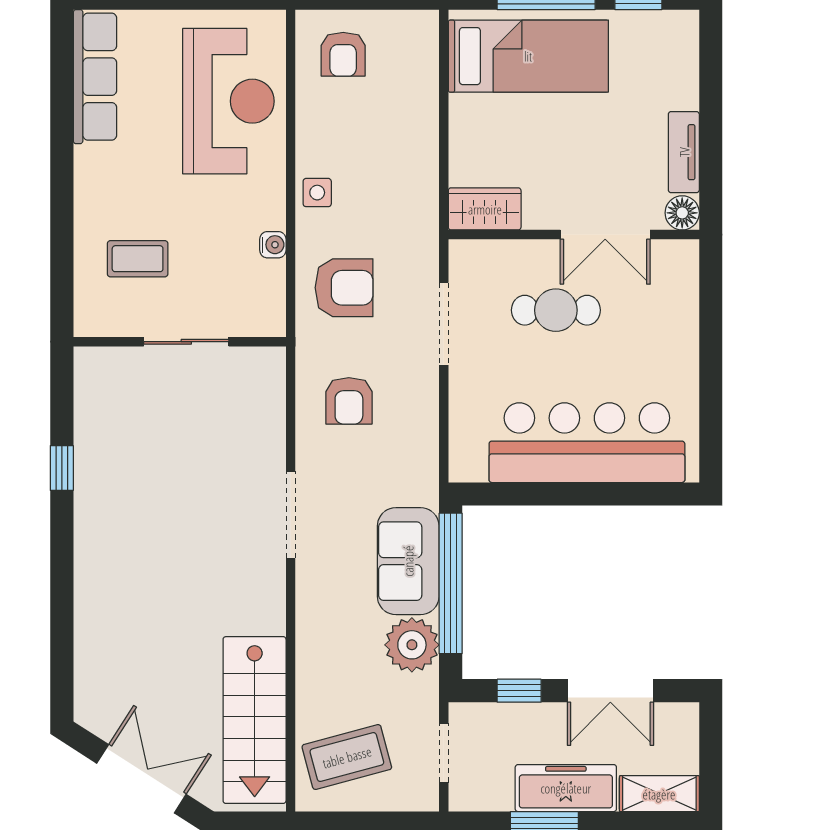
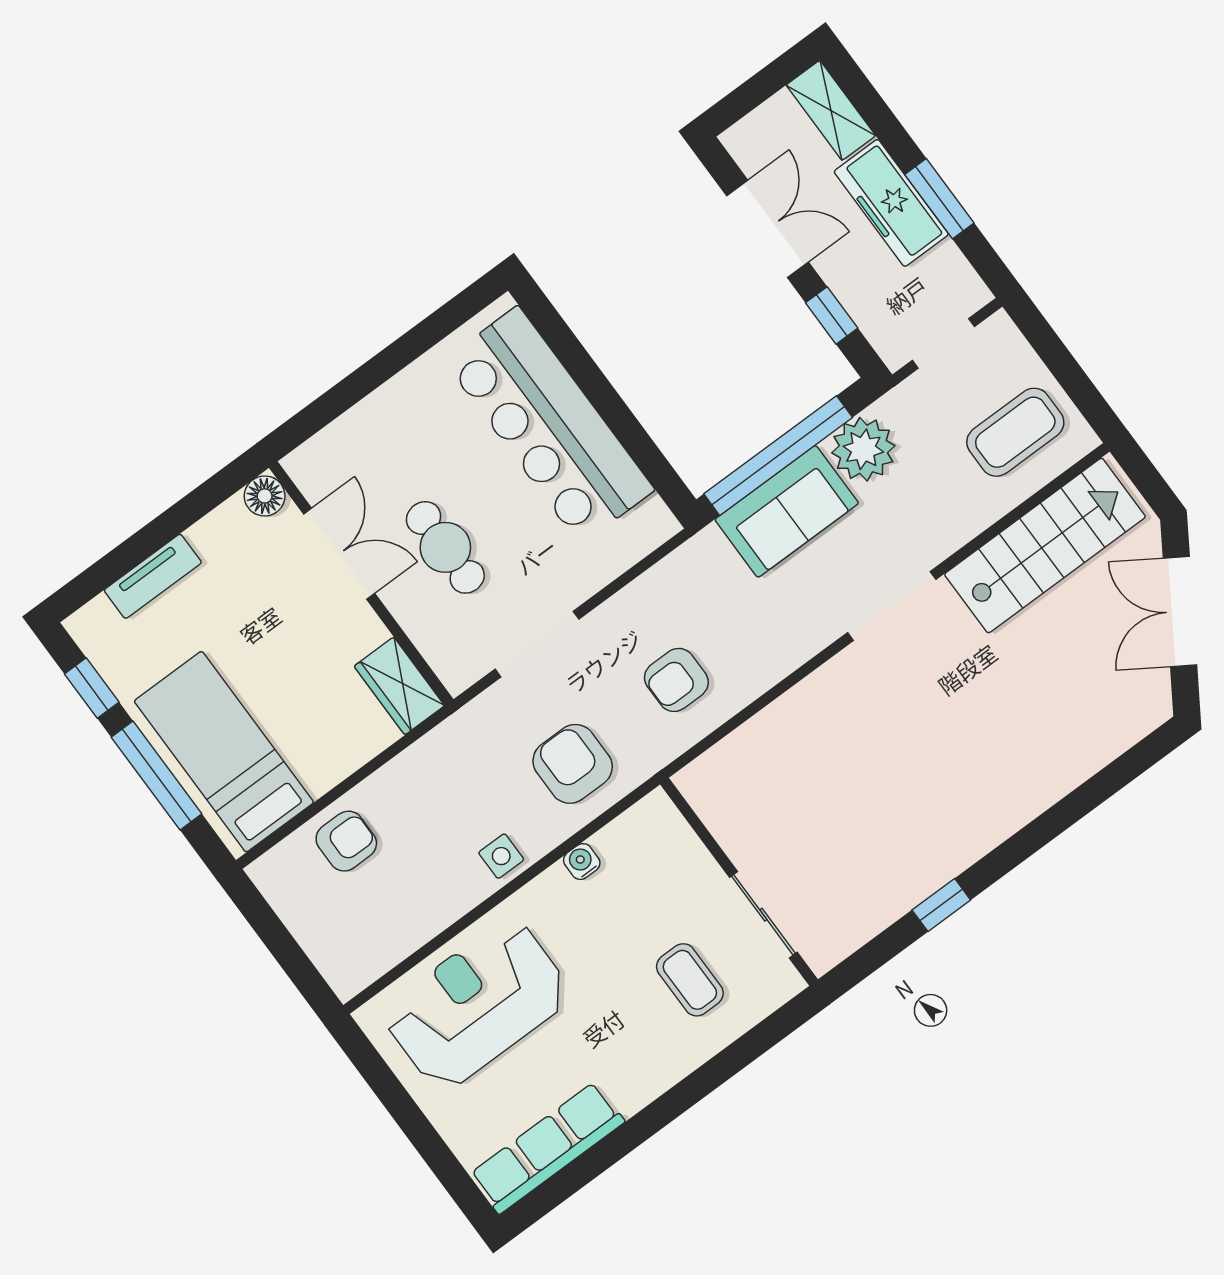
armchair: (343, 54) -> (346, 841), moved
tv unit: (684, 152) -> (153, 576), moved
sliding door: (186, 342) -> (763, 915), moved
armchair: (349, 401) -> (676, 680), turned 180
doorway: (291, 515) -> (892, 606), moved
coffee table: (347, 757) -> (1015, 432), turned -75

